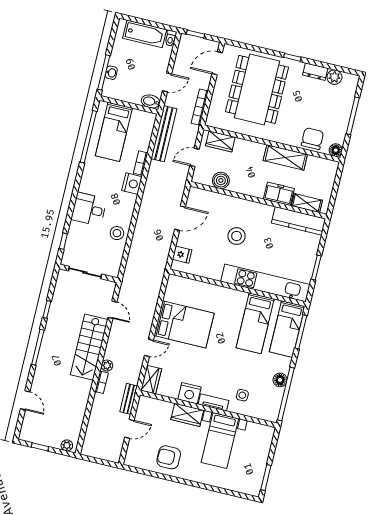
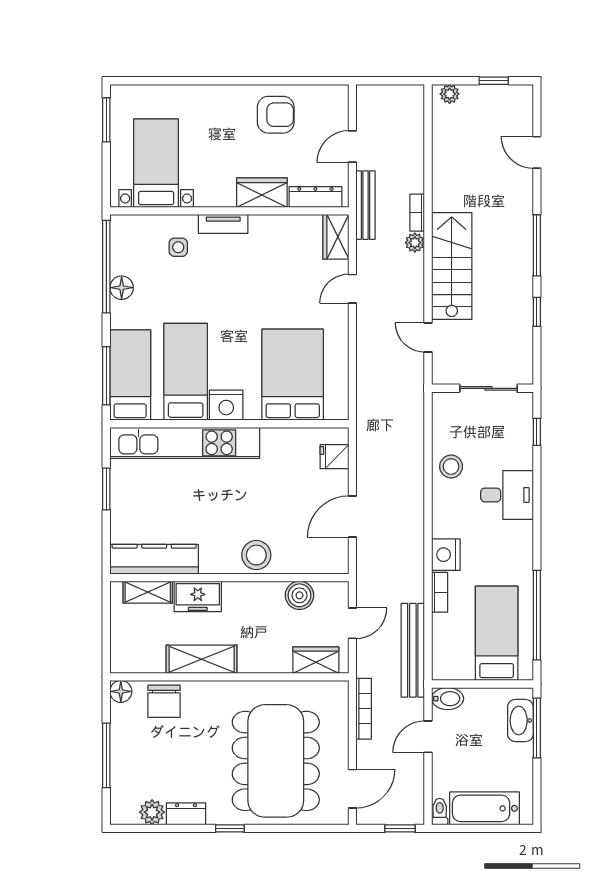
washbasin: (111, 73) -> (520, 721), width x1.91, depth x1.45
stool: (237, 236) -> (256, 555), moved
bed: (184, 324) -> (293, 375), moved, turned 90
nightstand: (190, 393) -> (226, 405), moved, turned 180
bench: (129, 399) -> (365, 205), width x1.36
dresser: (157, 405) -> (315, 197), added
bed with nightstands: (220, 440) -> (156, 163), moved

